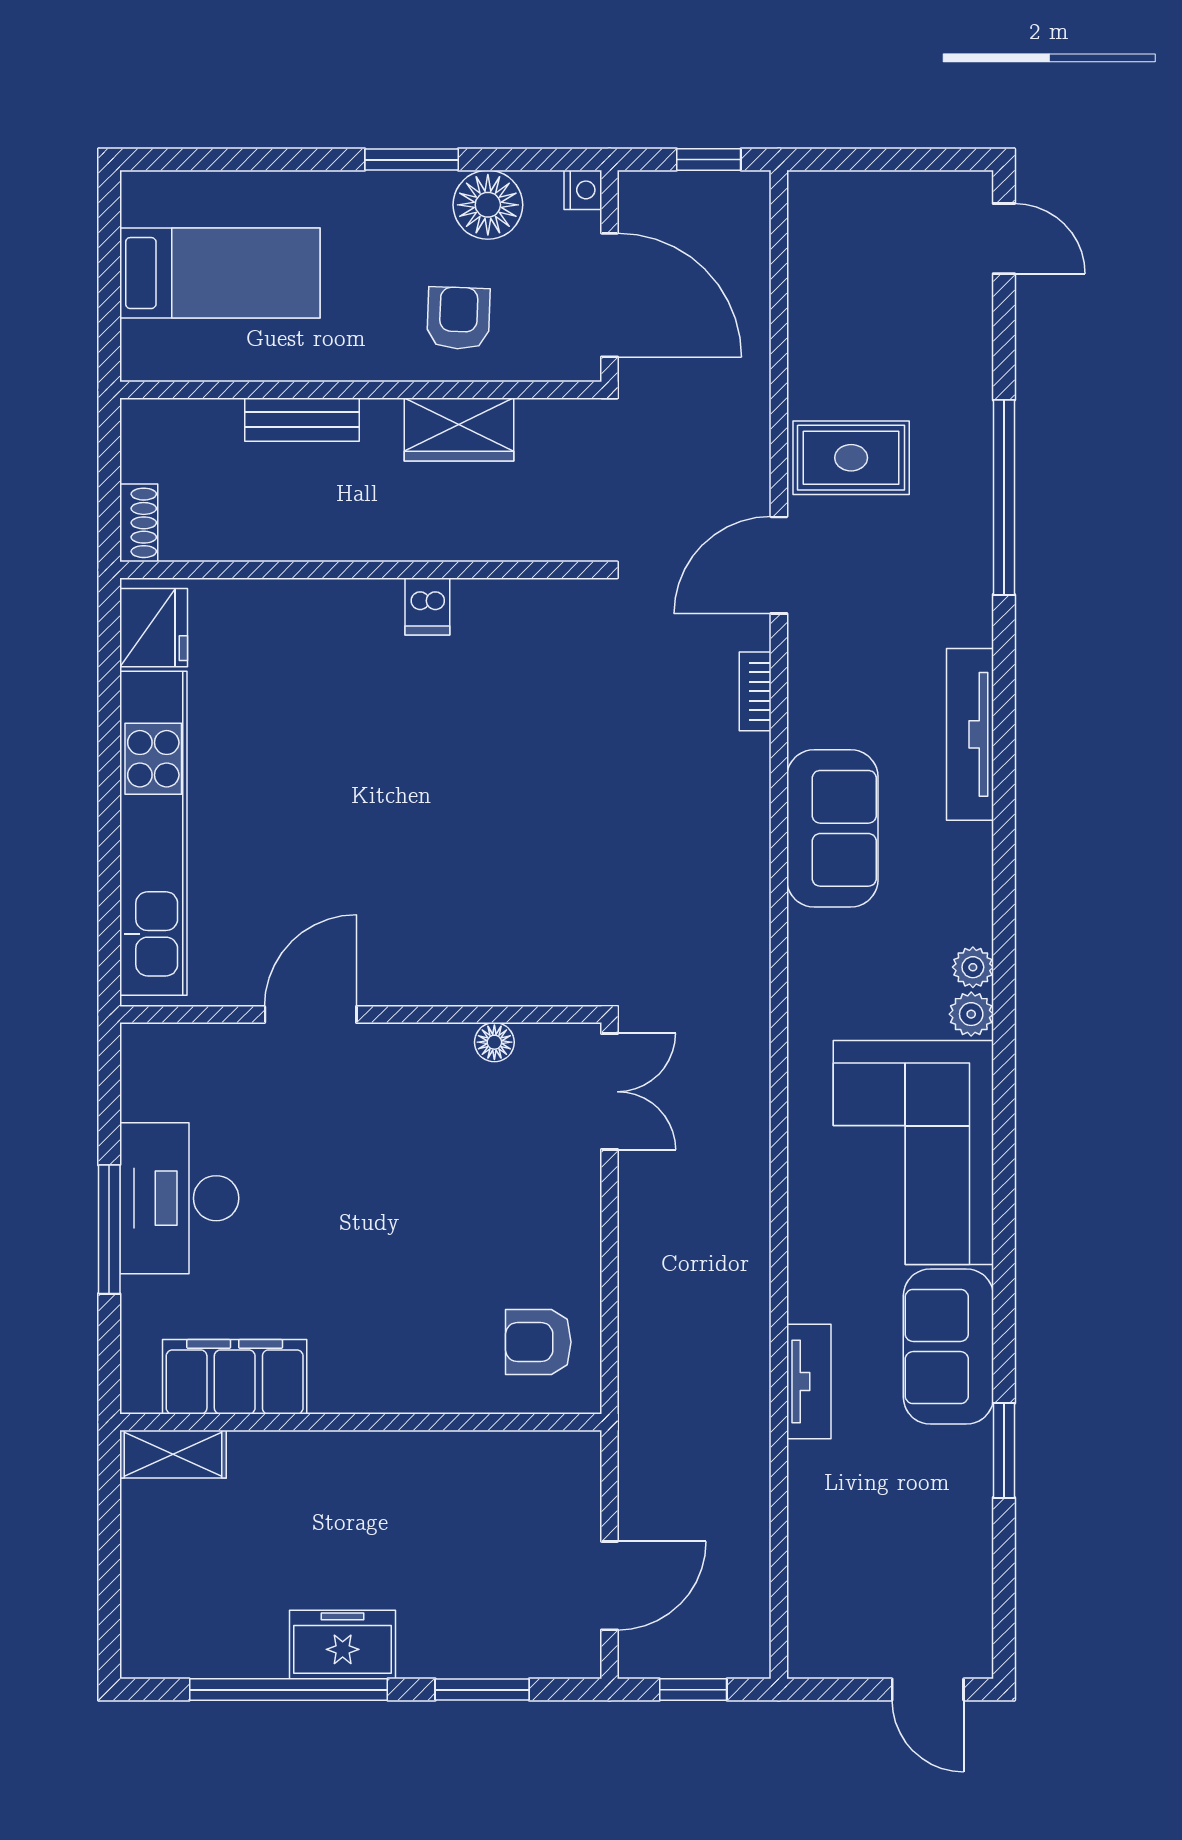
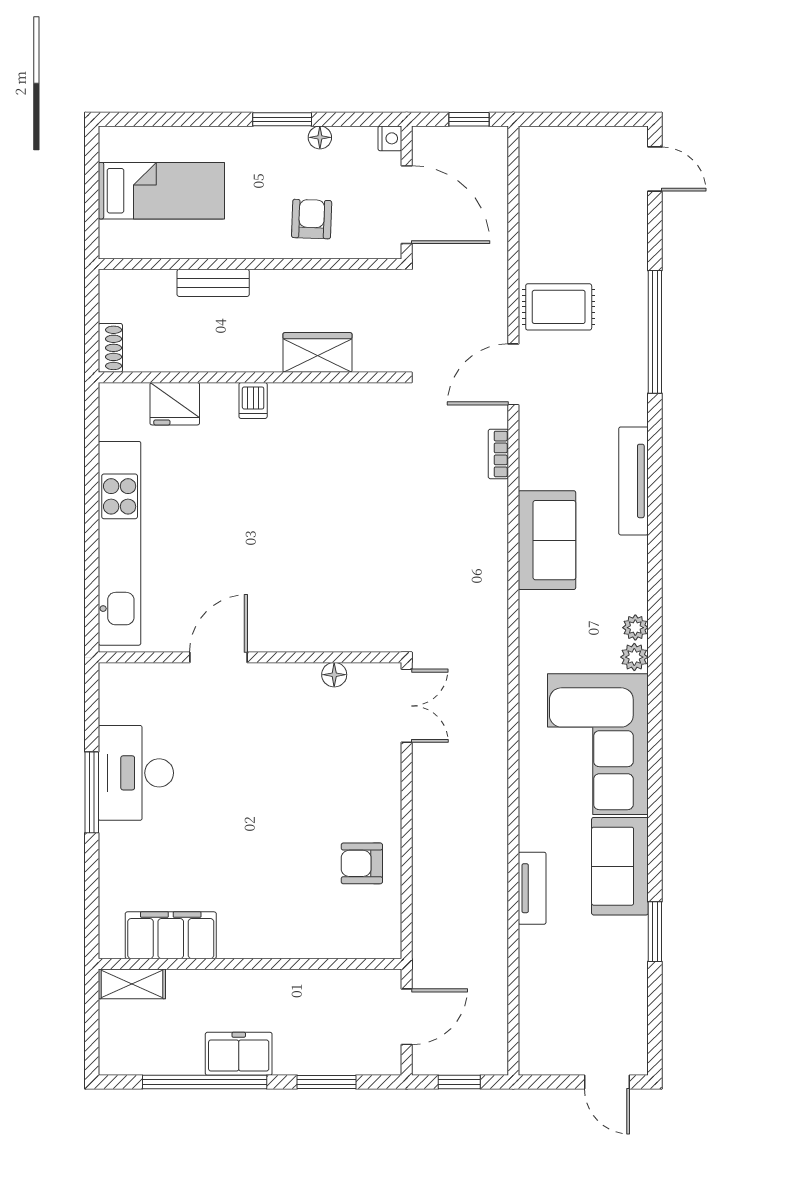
floor lamp: (488, 205) -> (320, 137), width x0.53, depth x0.53
wardrobe: (459, 429) -> (317, 352), moved, turned 180
dishwasher: (427, 606) -> (253, 400), moved
fridge: (154, 628) -> (175, 404), moved, turned 90
filing cabinet: (235, 1377) -> (171, 935), moved
wall: (361, 1422) -> (250, 964), moved
shelving: (173, 1454) -> (132, 984), moved

